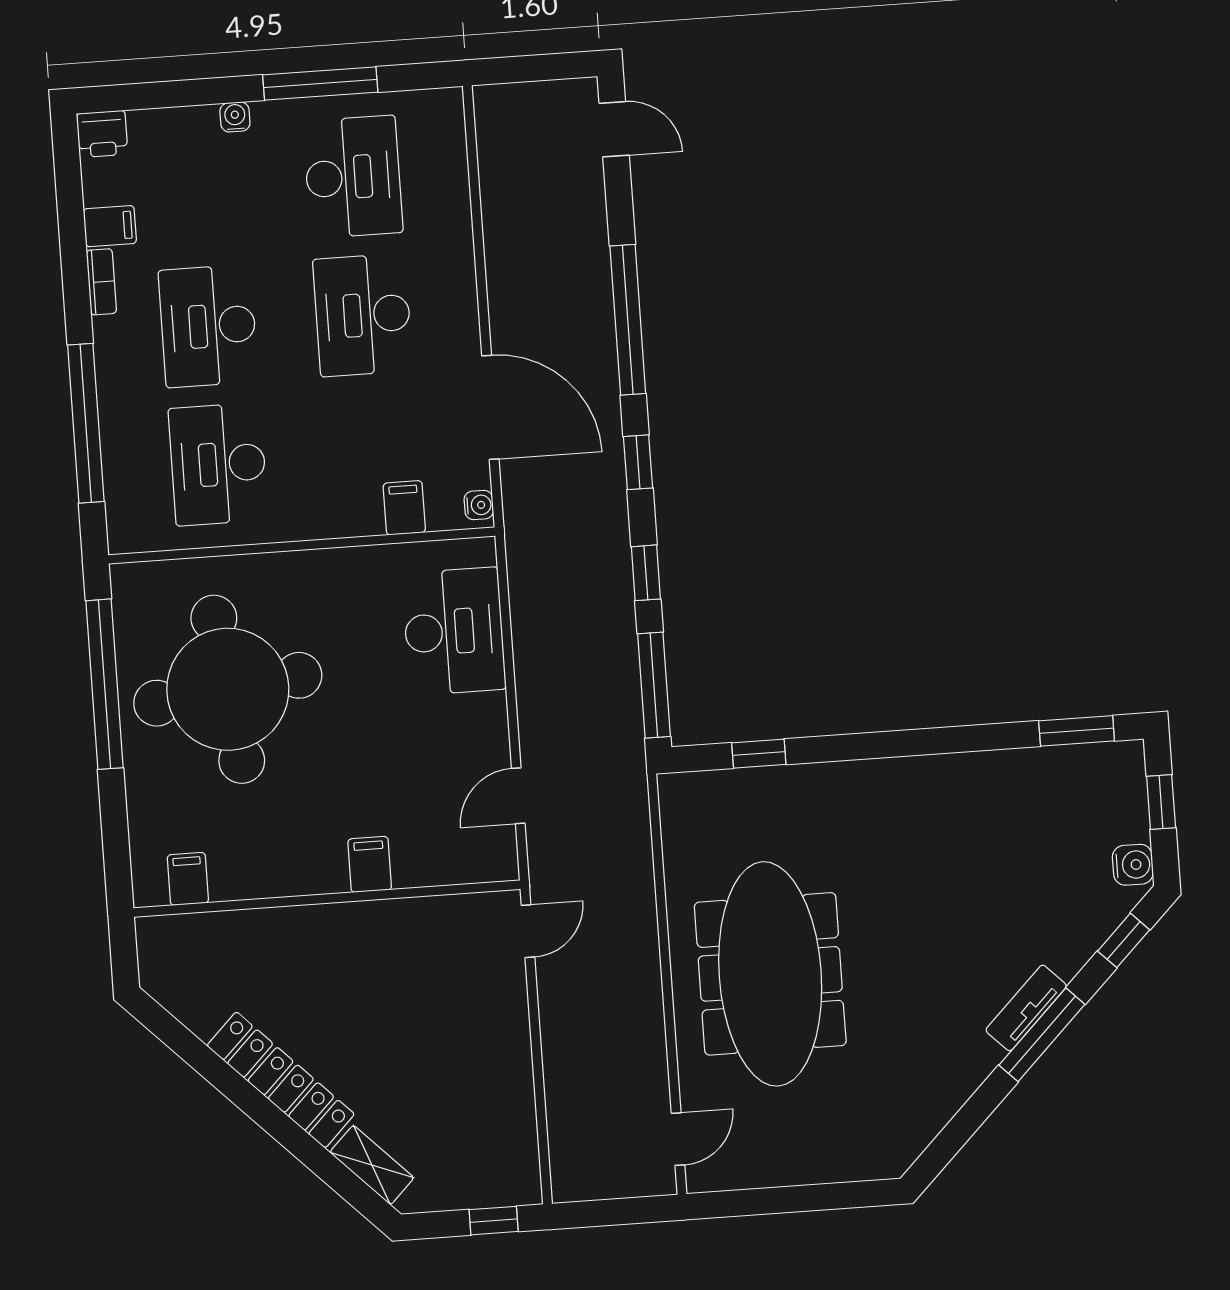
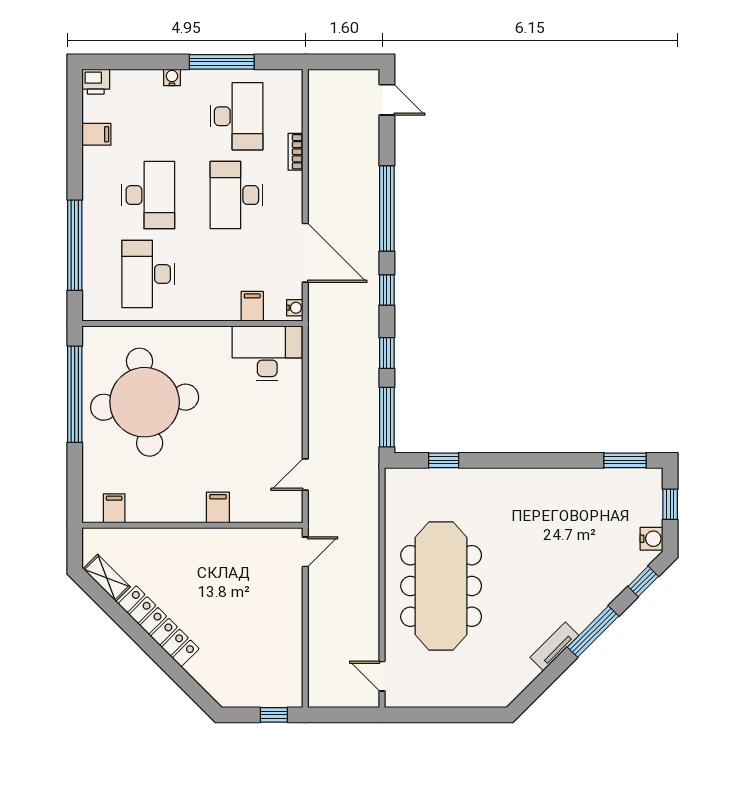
bookcase: (101, 282) -> (295, 152), moved, turned 180
desk: (208, 326) -> (148, 195), turned 180
desk: (454, 631) -> (267, 353), moved, turned -90
tv unit: (1026, 1008) -> (554, 646), moved
door: (678, 1139) -> (382, 676), swing flipped
shelving: (372, 1165) -> (107, 578), moved

